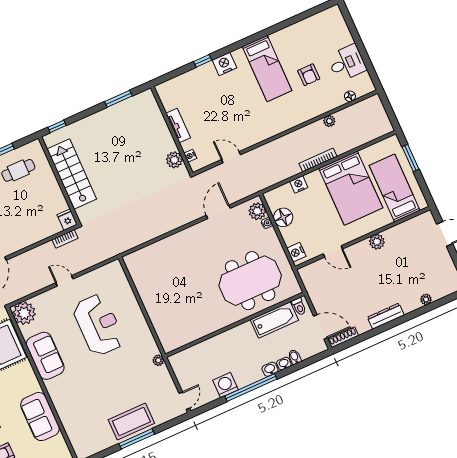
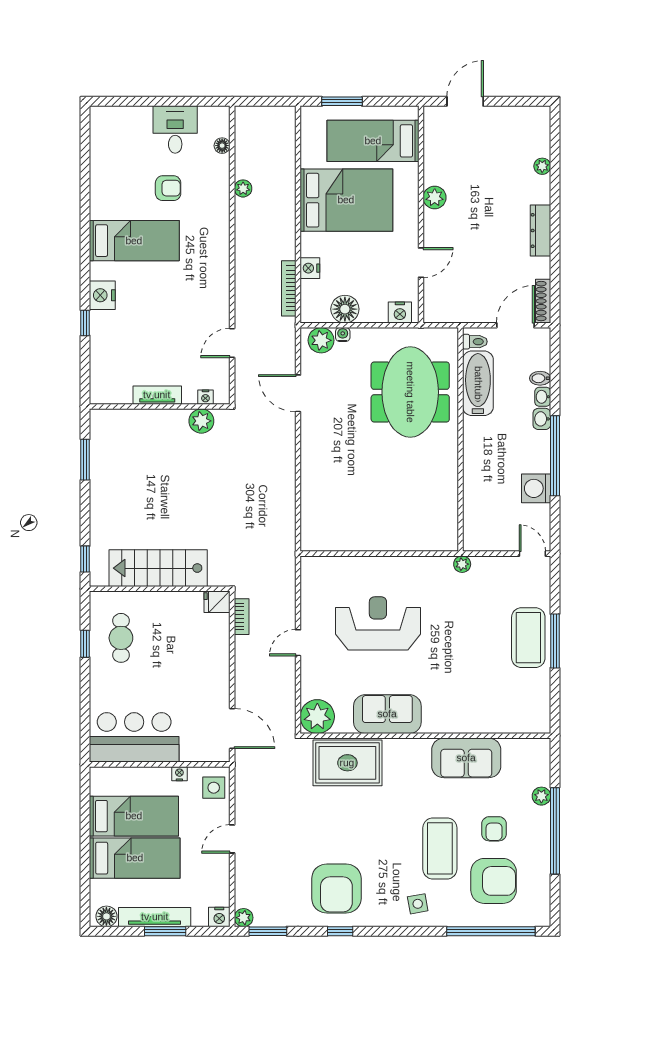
bookcase: (318, 160) -> (289, 288), moved

